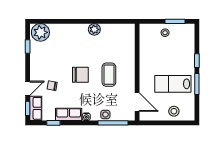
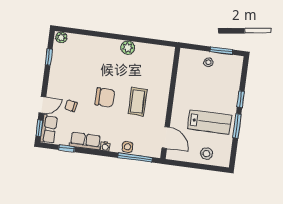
plant: (40, 32) -> (61, 37), width x0.53, depth x0.53
lab bench: (173, 84) -> (209, 122), turned 180

